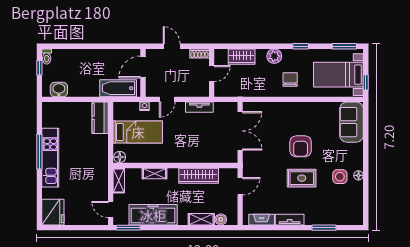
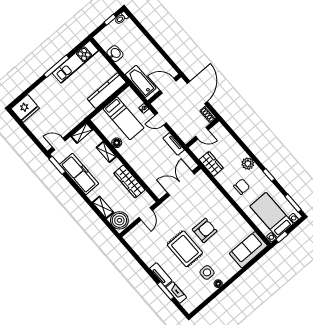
door: (172, 46) -> (197, 92), width x1.87
wardrobe: (242, 57) -> (211, 164), moved, turned 180
washbasin: (59, 89) -> (115, 54), moved
kitchen counter: (100, 118) -> (107, 91), width x1.50
double door: (240, 131) -> (181, 183), swing flipped
armchair: (301, 146) -> (205, 230), turned 180
floor lamp: (120, 157) -> (117, 143), moved
kitchen unit: (50, 158) -> (75, 62), moved
rug: (302, 178) -> (185, 249), width x1.36, depth x1.43
door: (240, 186) -> (146, 214), hinge flipped
door: (111, 210) -> (59, 144), hinge flipped
boiler: (221, 219) -> (119, 220), width x1.86, depth x1.86
fireplace: (262, 220) -> (176, 292), moved
tv unit: (290, 220) -> (161, 274), moved

